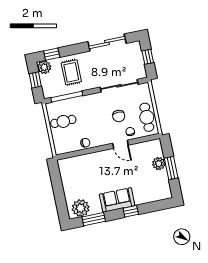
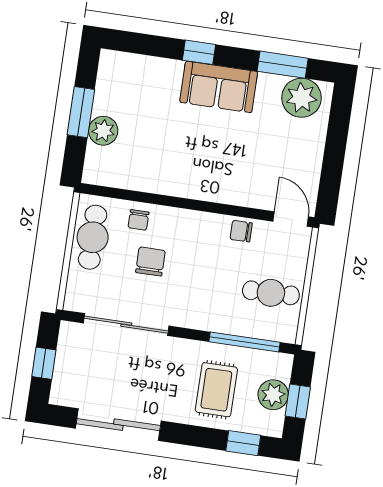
plant: (44, 67) -> (273, 395), moved
door: (120, 144) -> (291, 219), moved

